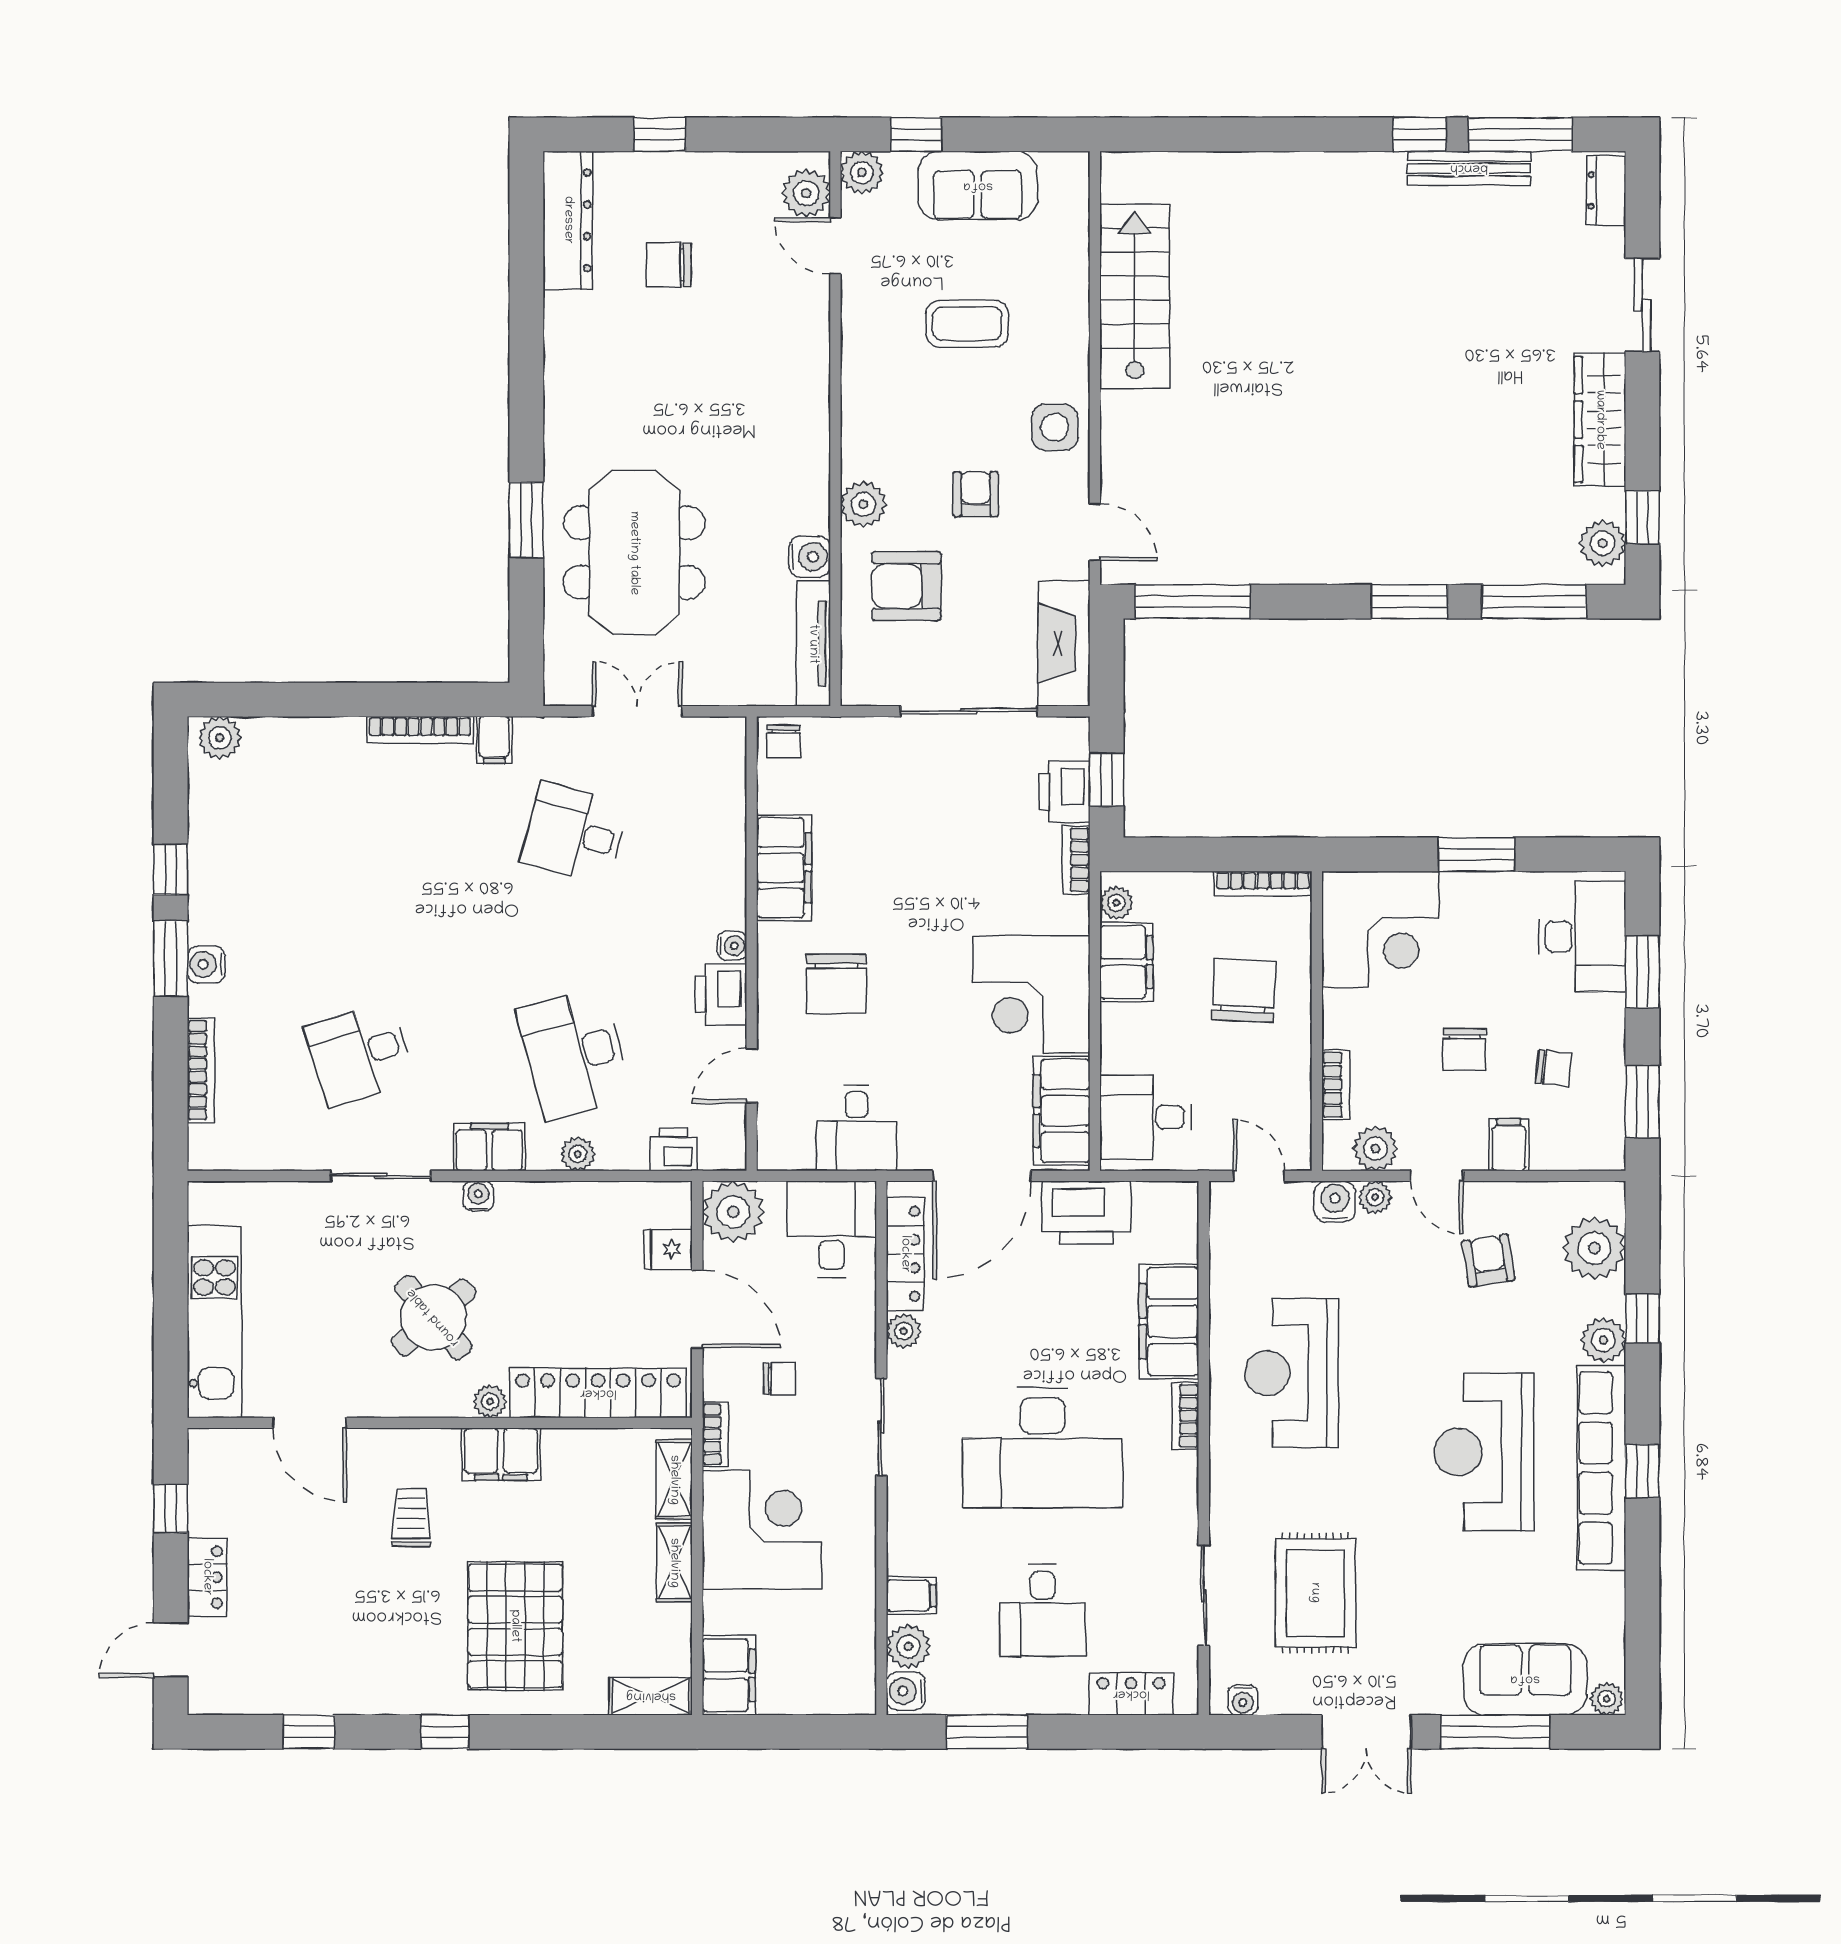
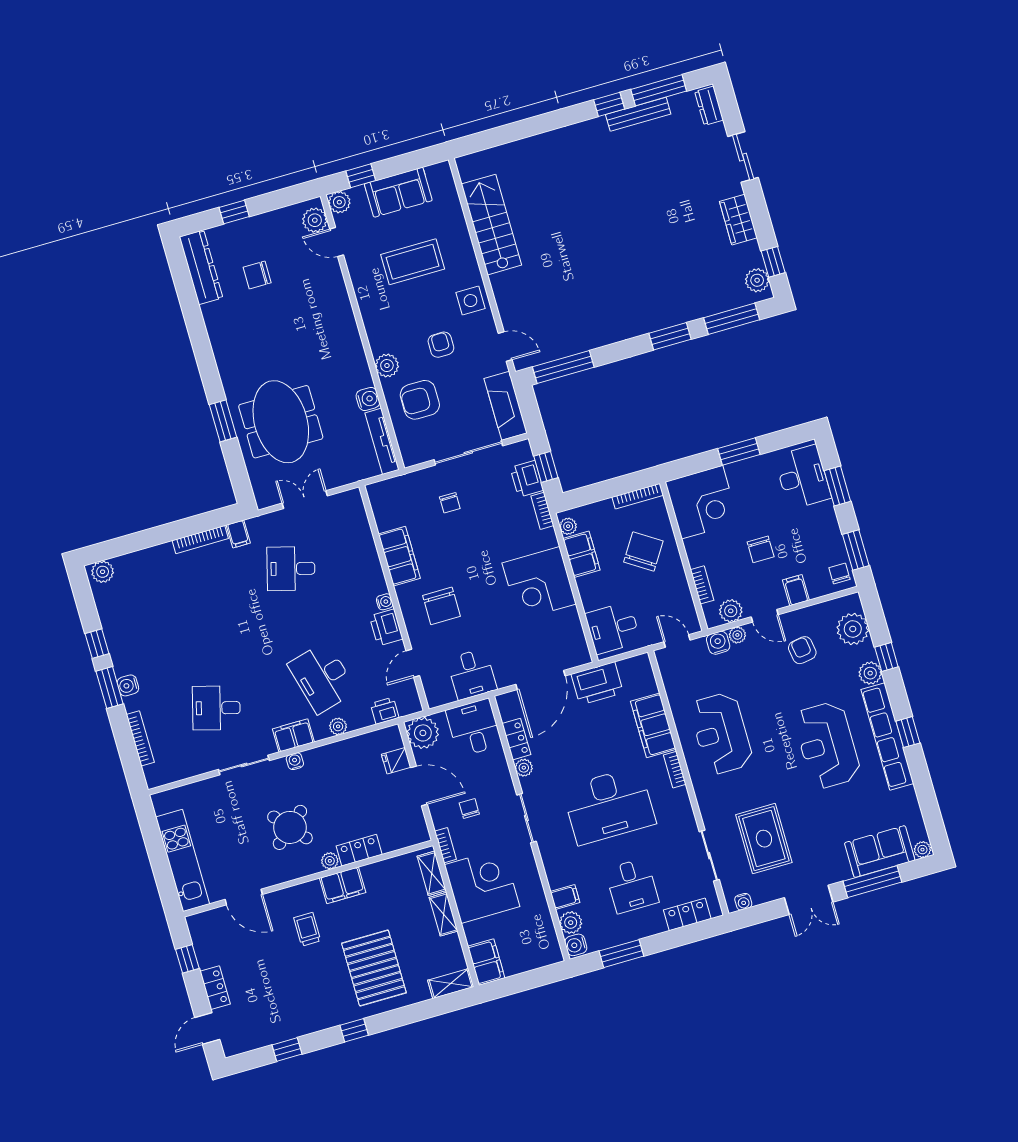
coffee table: (967, 324) -> (413, 262), width x1.36, depth x1.32
wardrobe: (1600, 420) -> (738, 220), width x0.67
chair: (784, 742) -> (450, 503), moved
chair: (1244, 990) -> (643, 552), turned 30
desk: (360, 1054) -> (216, 708), turned 33
chair: (1554, 1068) -> (839, 573), moved, turned -96
filing cabinet: (1062, 1111) -> (571, 637), removed
locker: (905, 1254) -> (516, 739), width x0.66
chair: (779, 1378) -> (469, 809), turned -90
locker: (598, 1393) -> (359, 850), width x0.46, depth x0.83

